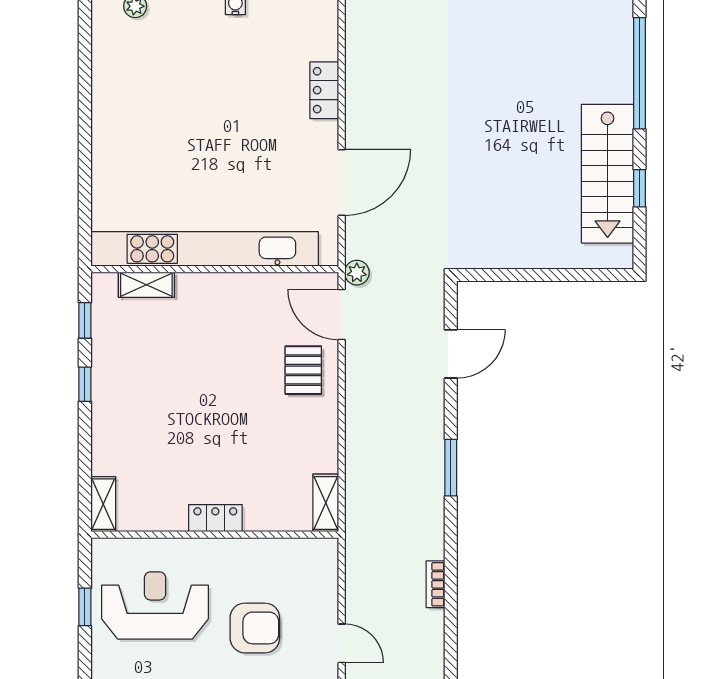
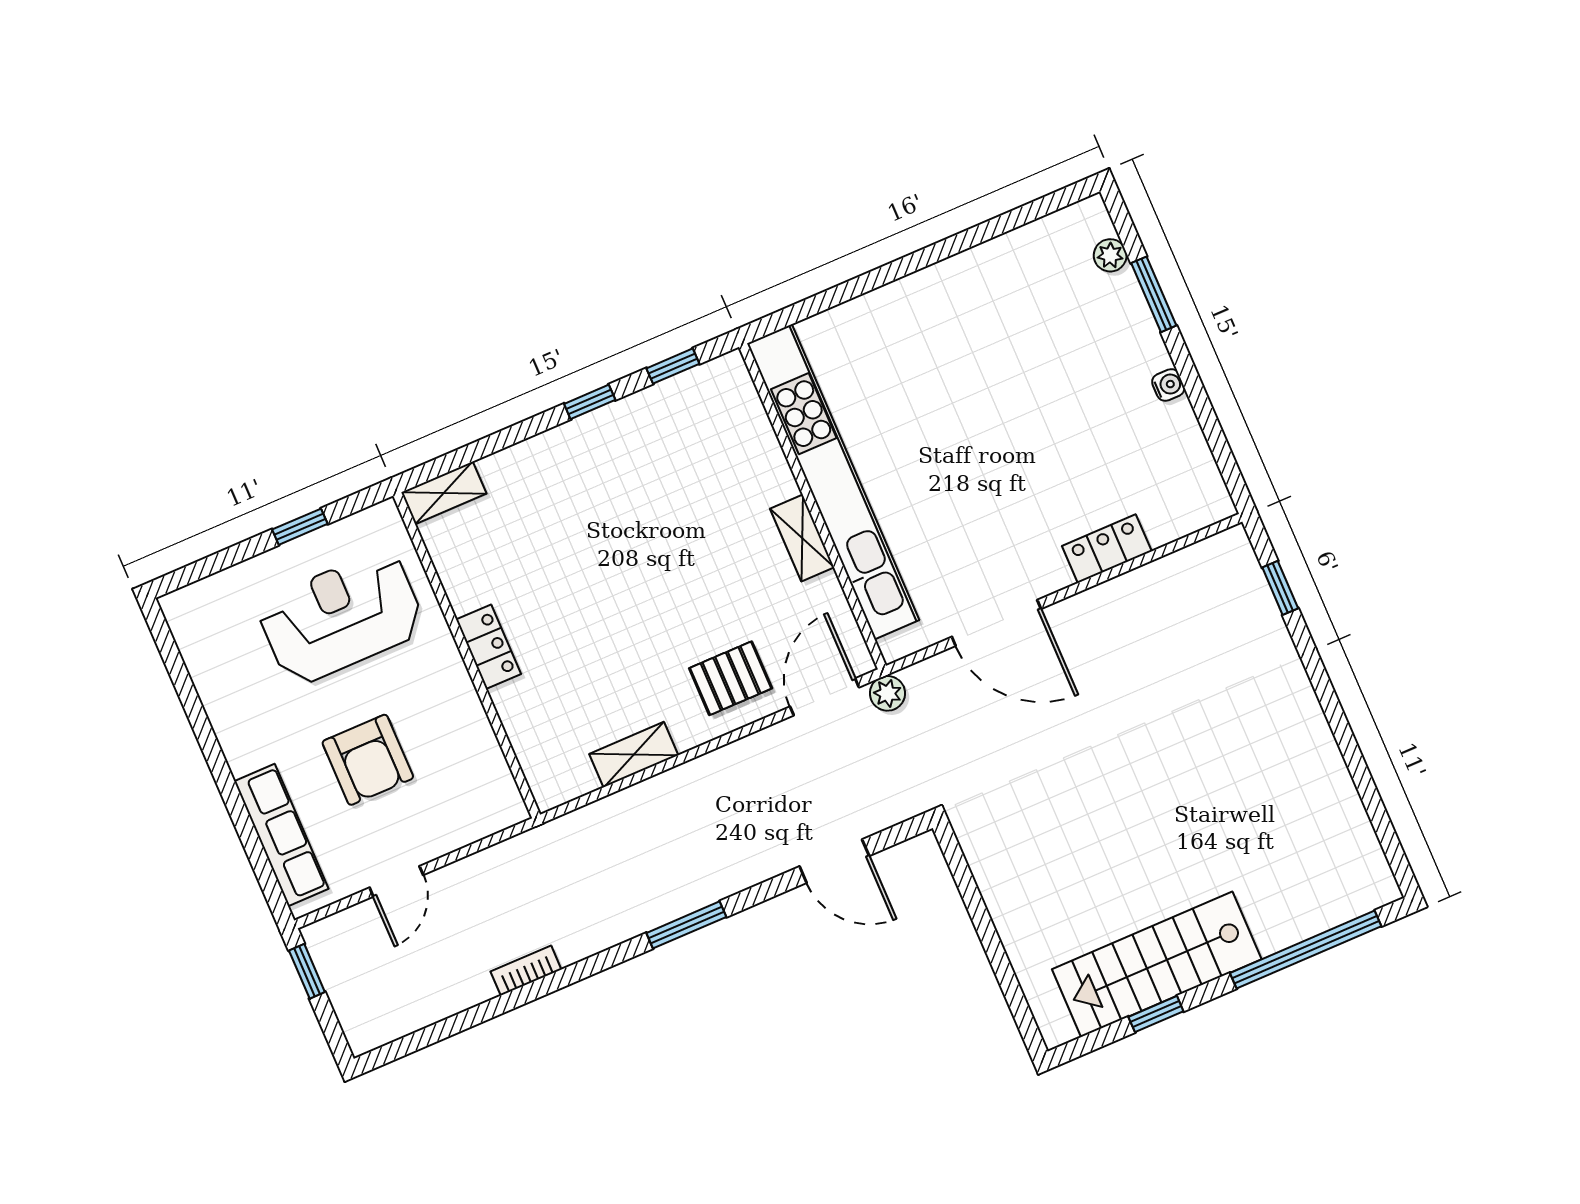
shelving: (146, 285) -> (802, 538), moved
shelving: (326, 503) -> (634, 755), moved
reception desk: (155, 605) -> (341, 617), turned -90

